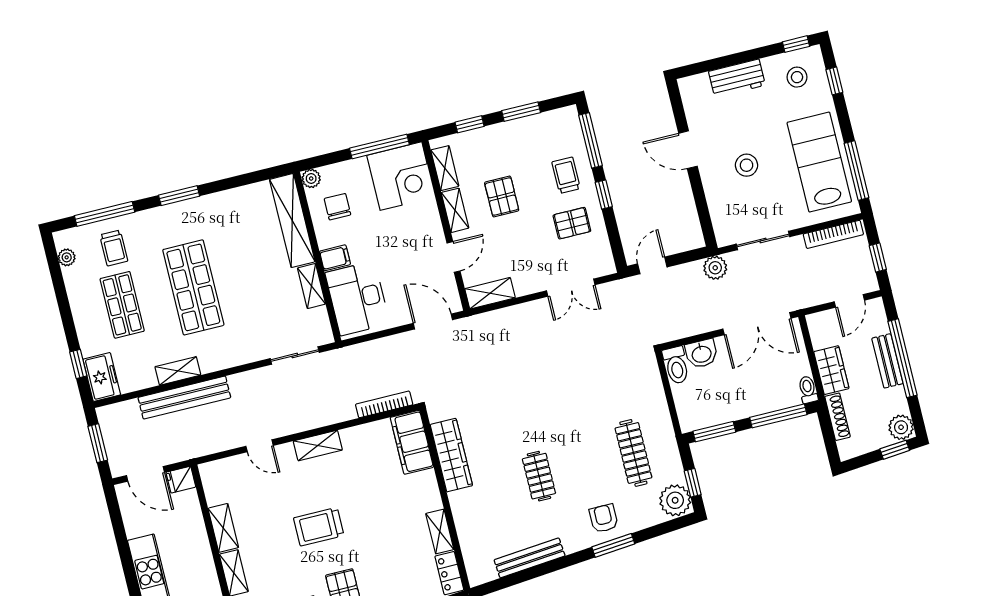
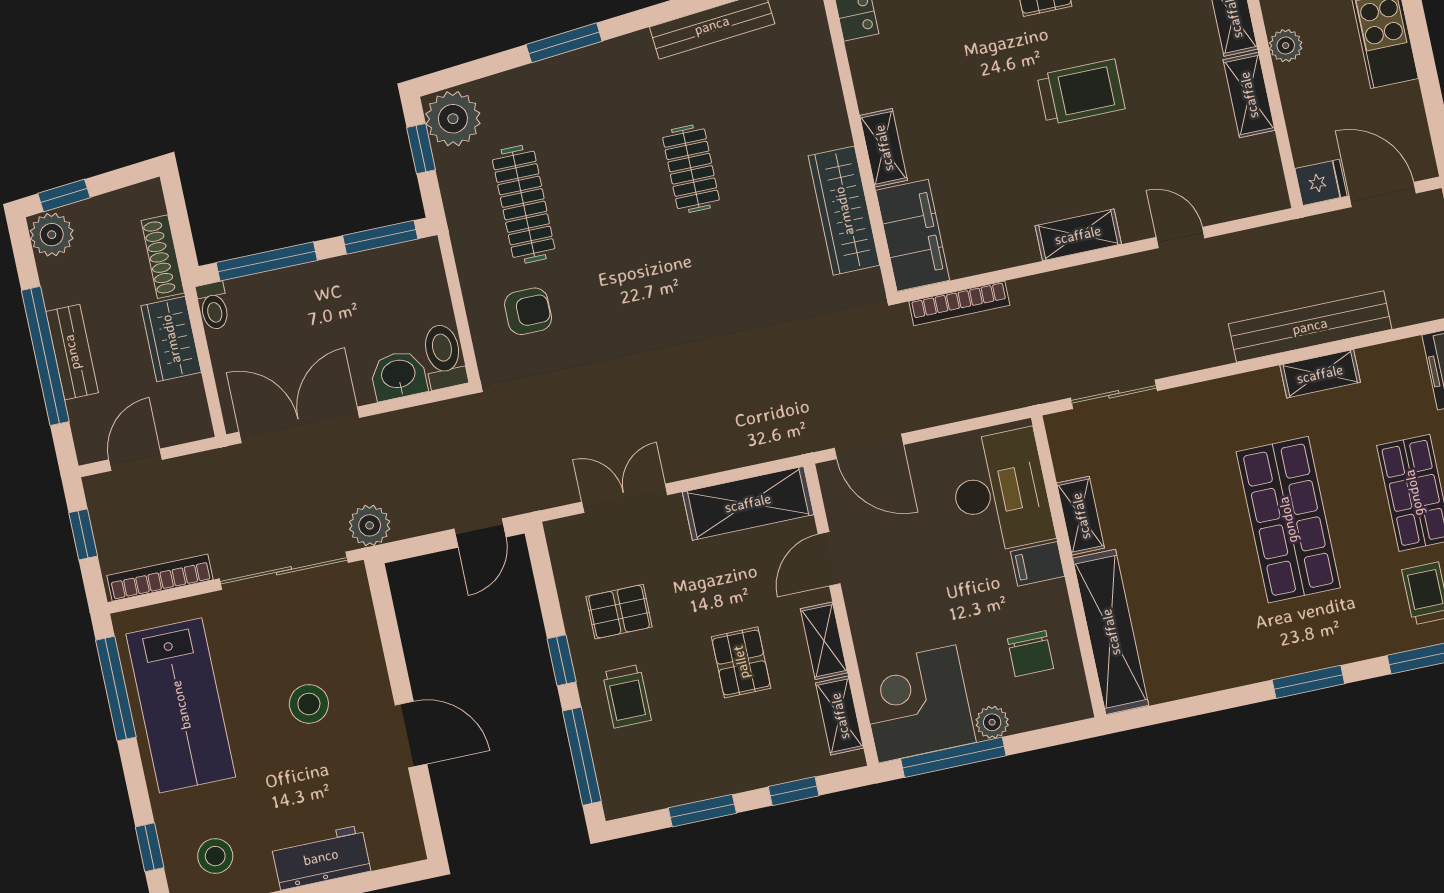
plant: (311, 178) -> (992, 722), moved
sliding door: (763, 240) -> (284, 571), width x1.37
shelving: (490, 293) -> (748, 503), width x1.50, depth x1.33
armchair: (604, 518) -> (528, 311), moved, turned -90
shelving: (440, 532) -> (884, 148), moved
plant: (203, 557) -> (1286, 46), added

